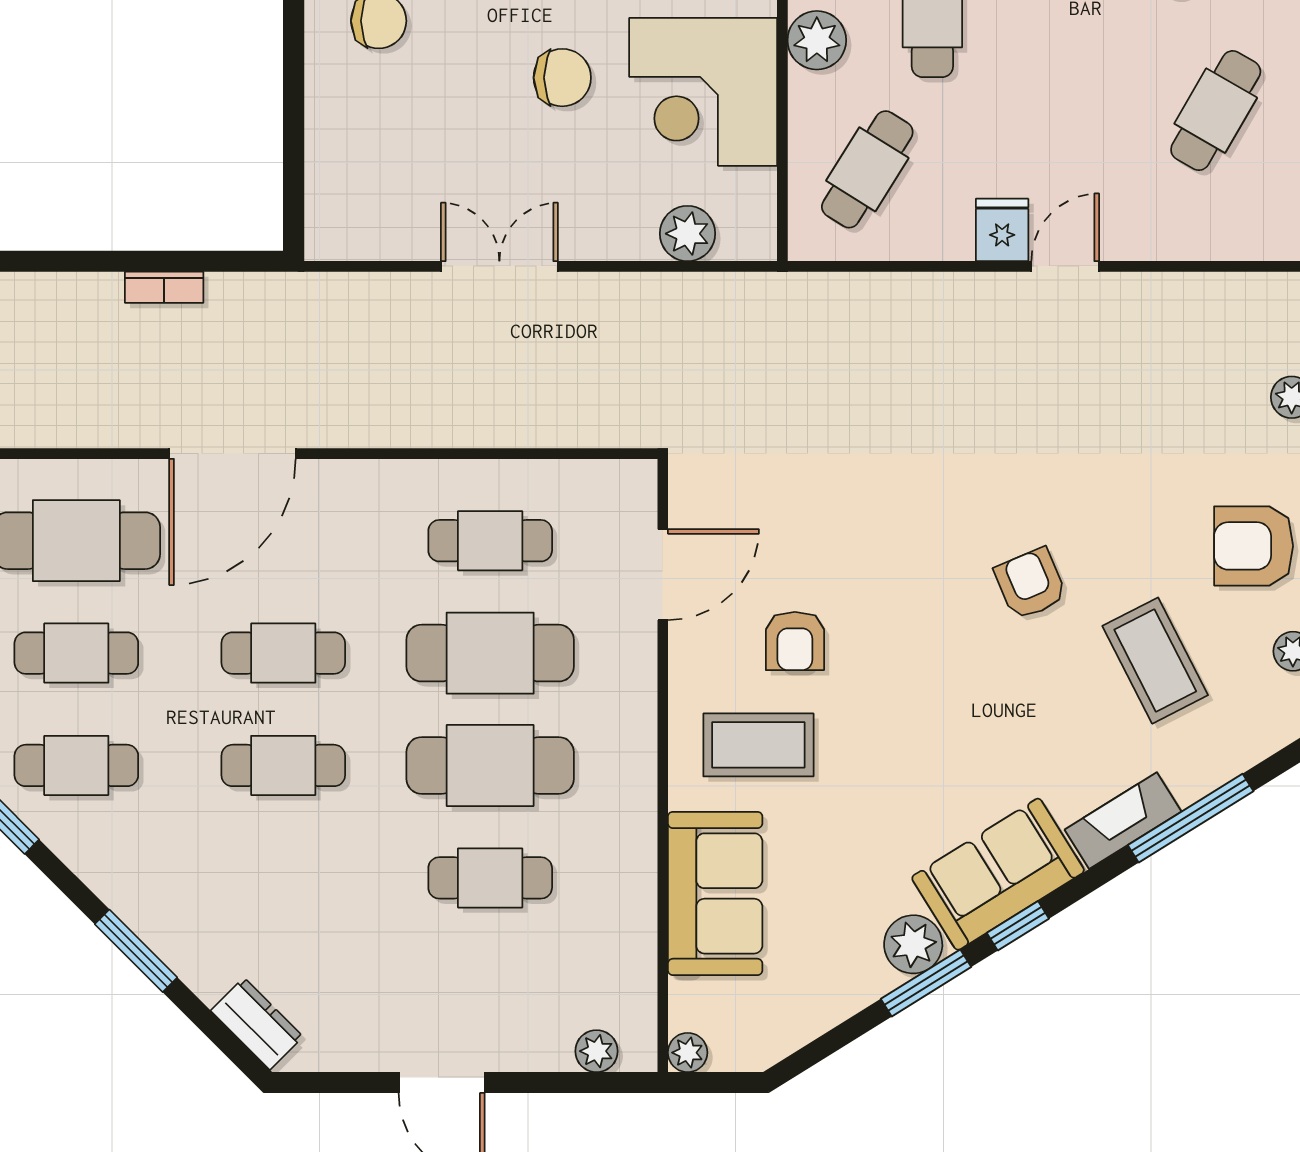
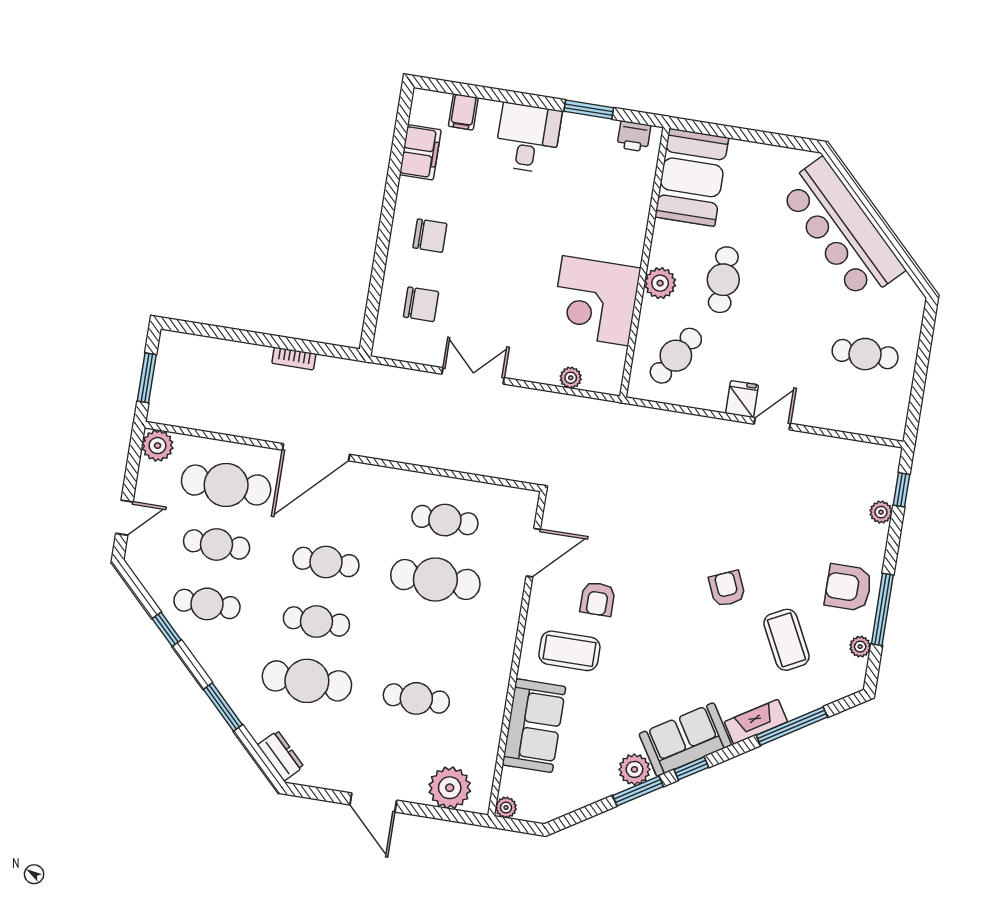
chair: (562, 78) -> (421, 304), moved
cafe table: (1216, 111) -> (865, 354), turned 60
plant: (688, 234) -> (571, 378), width x0.73, depth x0.73
cafe table: (490, 765) -> (307, 681), moved
plant: (596, 1051) -> (450, 788), width x1.88, depth x1.88

